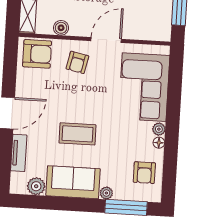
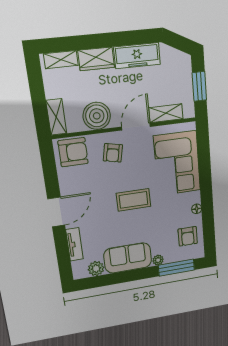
boiler: (61, 28) -> (97, 116), width x1.86, depth x1.86
shelving: (140, 32) -> (166, 113), added
plant: (159, 129) -> (195, 197), removed
coffee table: (77, 134) -> (134, 200), moved

